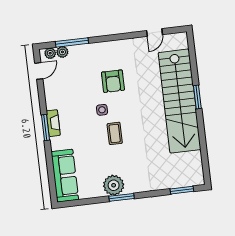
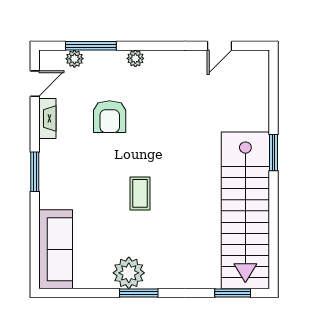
plant: (50, 53) -> (135, 58), moved
armchair: (113, 81) -> (110, 117), moved
stairs: (180, 101) -> (245, 210), moved
side table: (102, 110) -> (125, 155), removed
fireplace: (53, 123) -> (47, 118), moved

